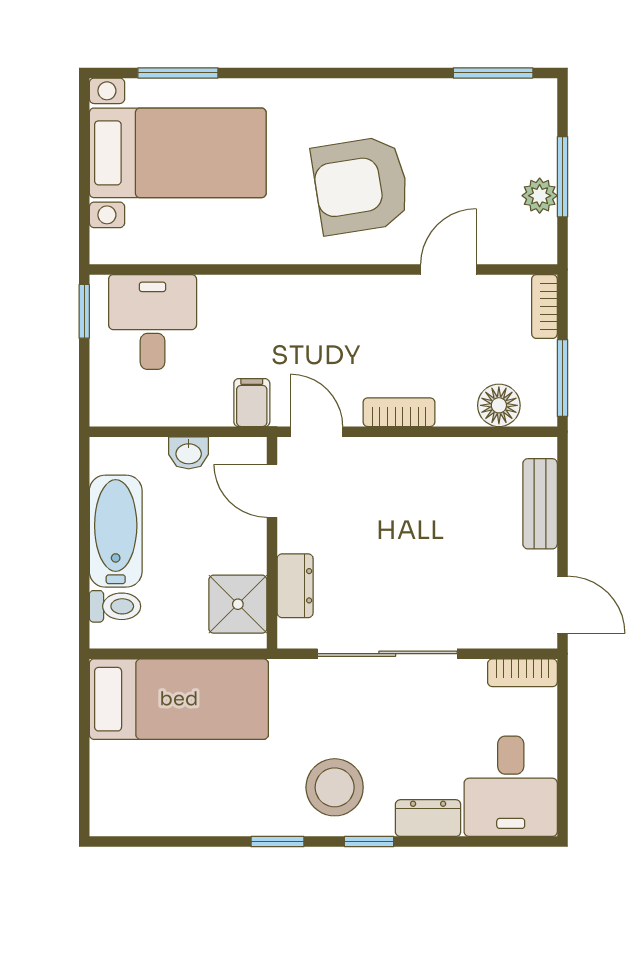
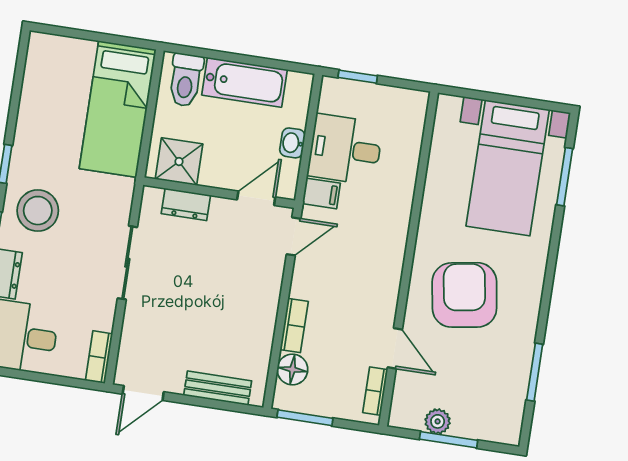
window: (493, 73) -> (535, 372), moved
bookcase: (544, 307) -> (375, 391), moved, turned -90
window: (84, 311) -> (358, 77), moved
desk: (153, 322) -> (345, 149), moved, turned 180
bookcase: (399, 412) -> (294, 326), moved
toilet: (115, 606) -> (186, 80), width x1.37, depth x1.39
sliding door: (387, 654) -> (127, 263), width x0.73

